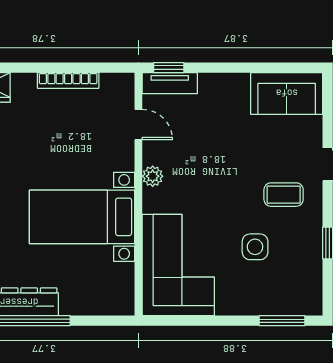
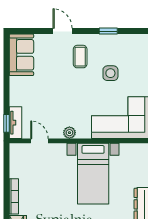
bookcase: (68, 80) -> (14, 196), moved
door: (138, 125) -> (39, 141), hinge flipped

